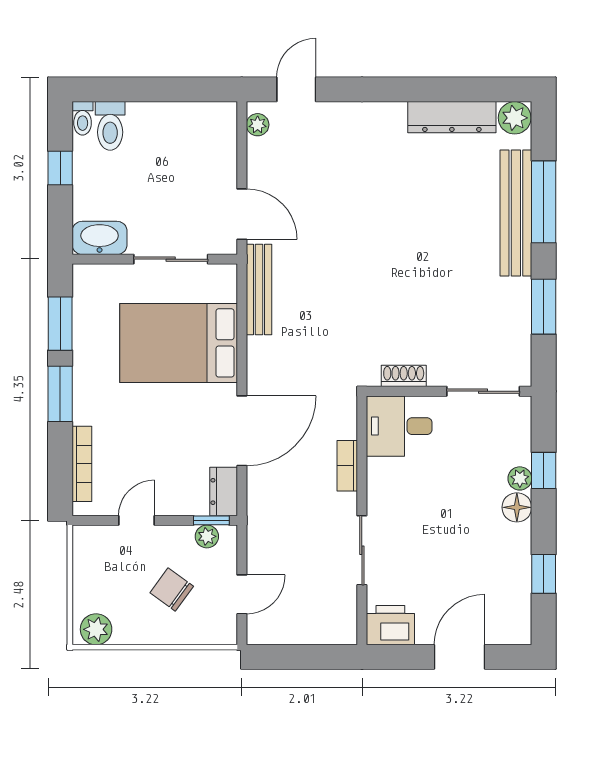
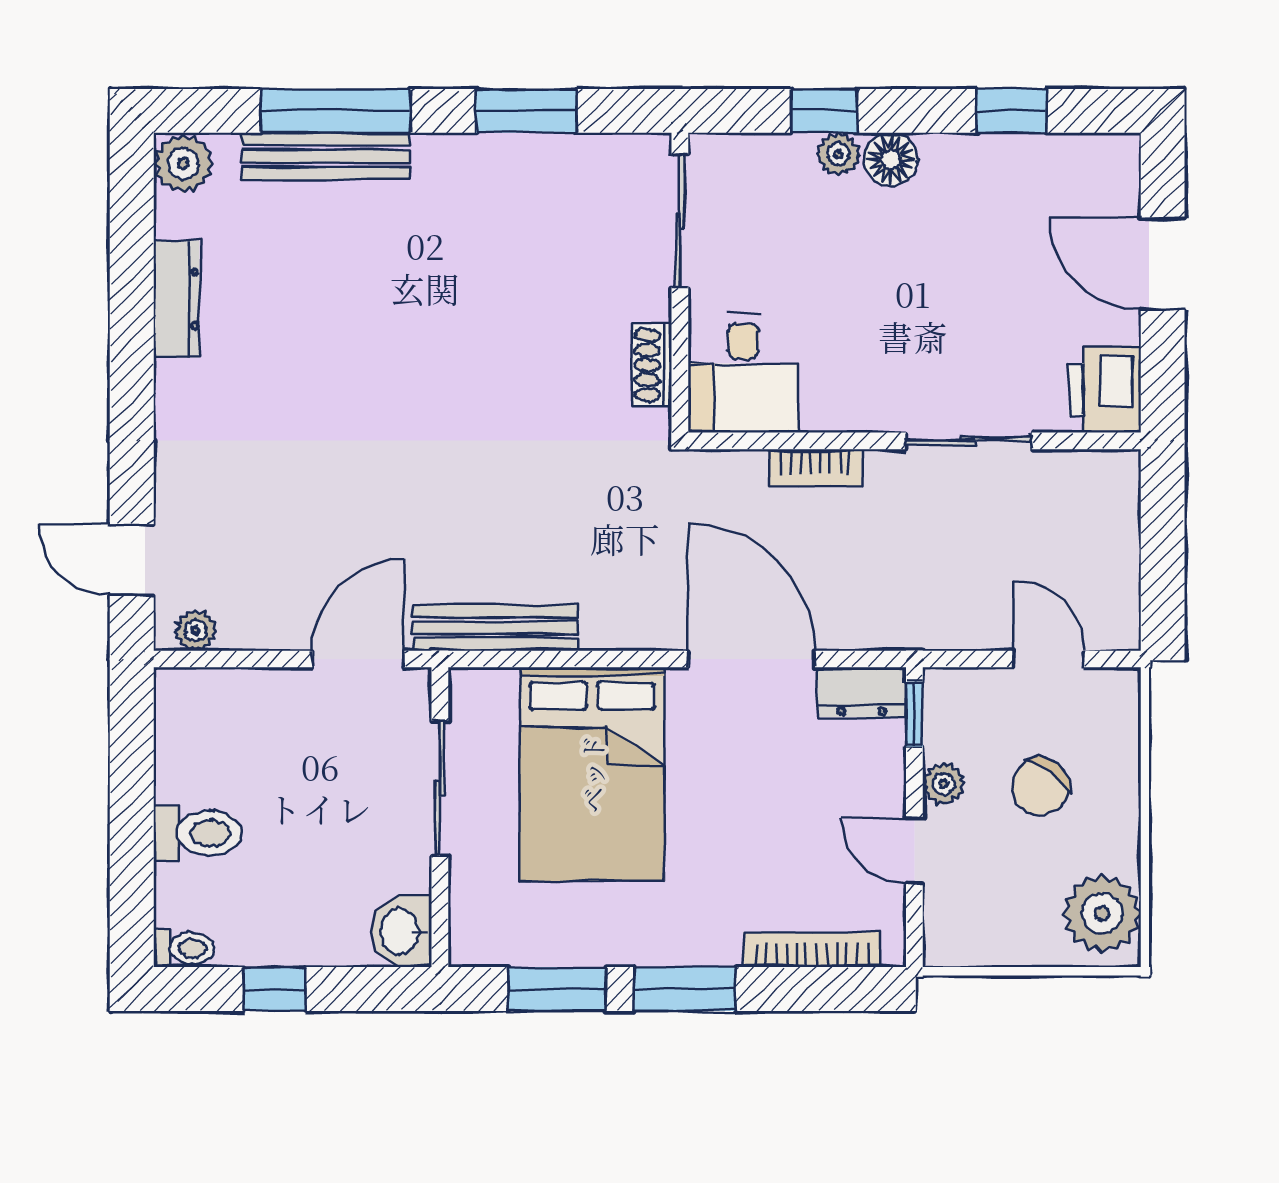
dresser: (452, 117) -> (176, 299), width x0.73, depth x0.80
toilet: (110, 126) -> (198, 833), moved
bench: (516, 213) -> (325, 156), width x0.73, depth x0.82
washbasin: (100, 238) -> (401, 931), width x0.72
plant: (207, 536) -> (944, 784), moved
plant: (96, 629) -> (1102, 914), width x1.36, depth x1.36

